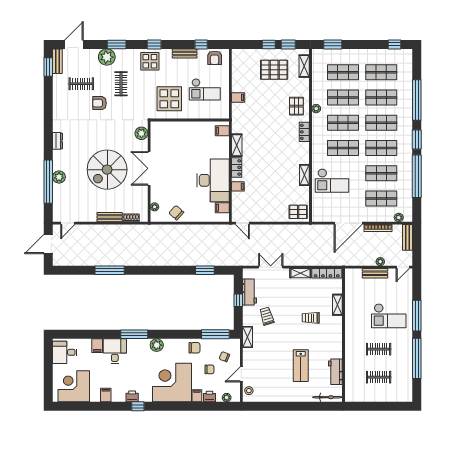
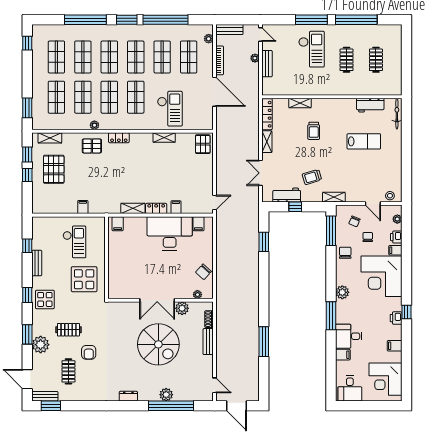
armchair: (215, 58) -> (41, 232), removed
plant: (141, 133) -> (182, 308), moved

